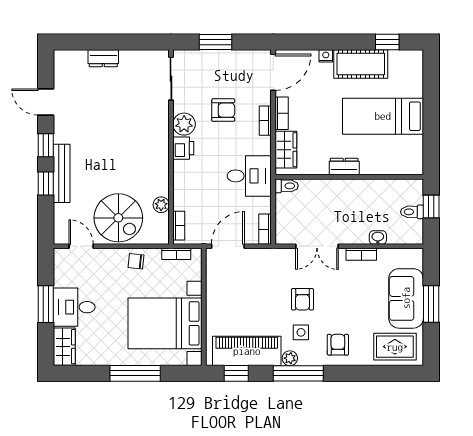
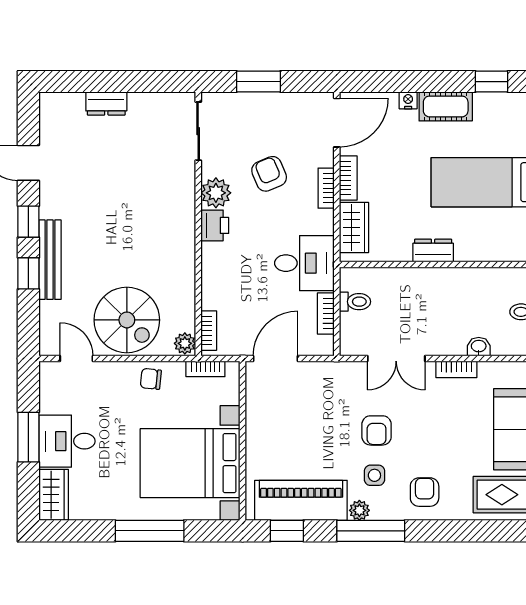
cot: (361, 64) -> (446, 106), width x0.73, depth x0.75
armchair: (223, 110) -> (269, 174), turned -113
toilet: (287, 186) -> (355, 302), moved
plant: (161, 205) -> (185, 343), moved
bookcase: (265, 229) -> (326, 314), moved

